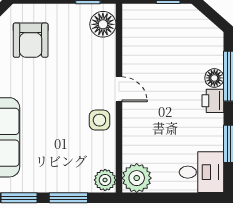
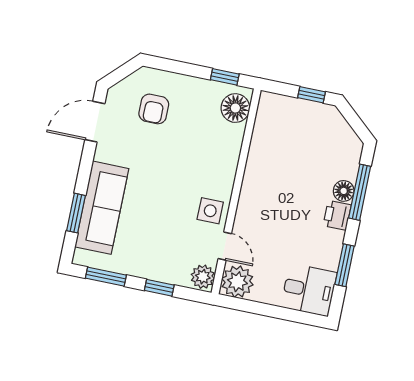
armchair: (31, 40) -> (154, 109), width x0.72, depth x0.72
door: (119, 89) -> (225, 246), moved
window: (68, 198) -> (159, 288), width x0.67

